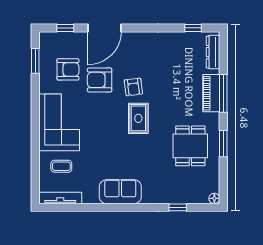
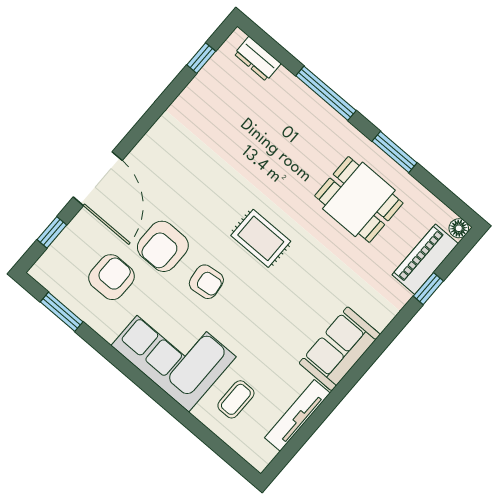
dresser: (213, 52) -> (258, 59), width x0.70
armchair: (133, 87) -> (206, 282), moved
piano: (211, 93) -> (425, 259), moved, turned 90
tv unit: (60, 198) -> (297, 415), moved

